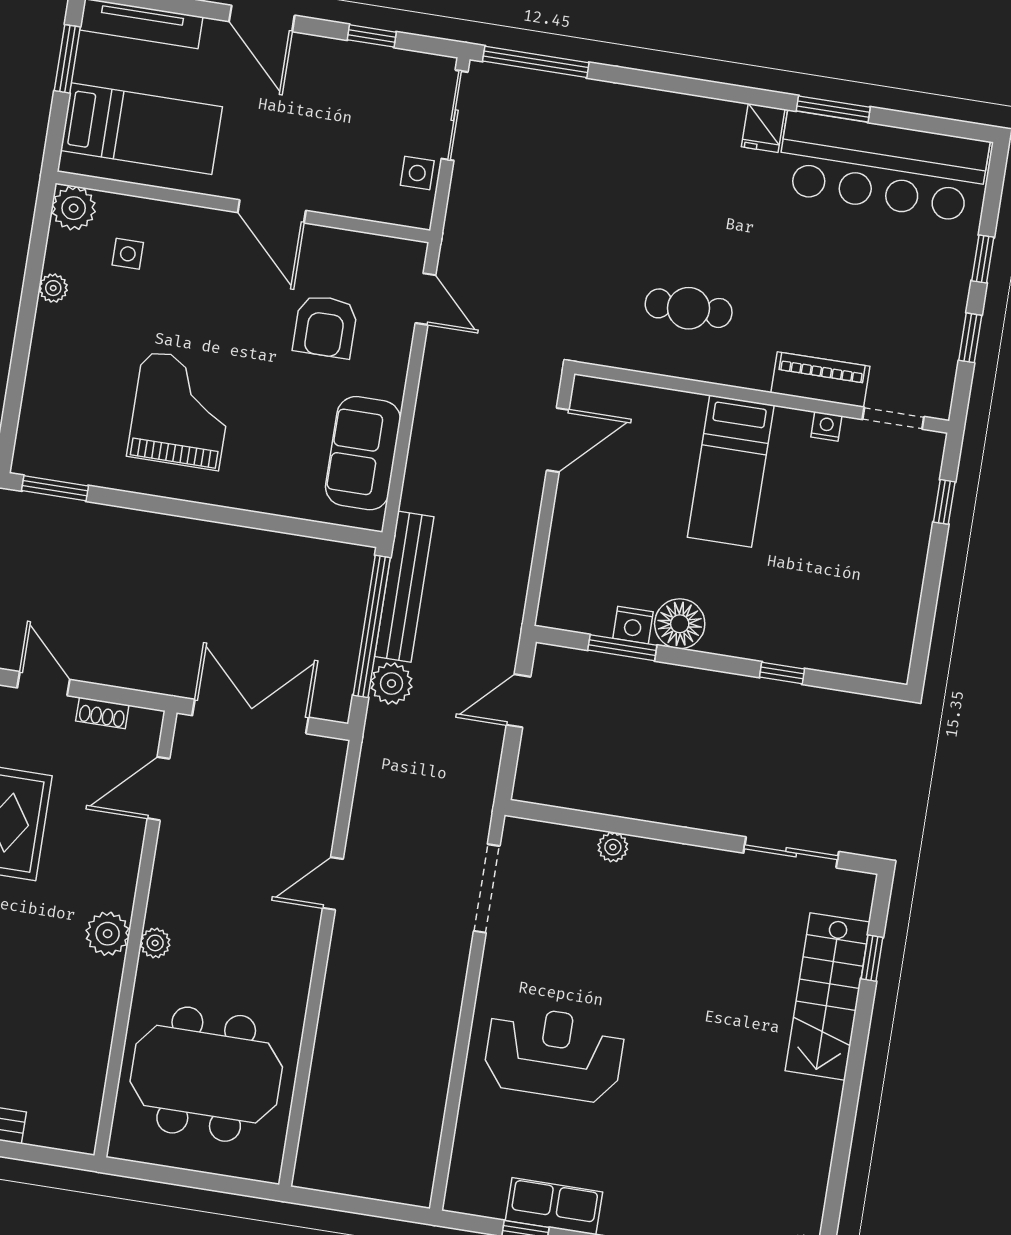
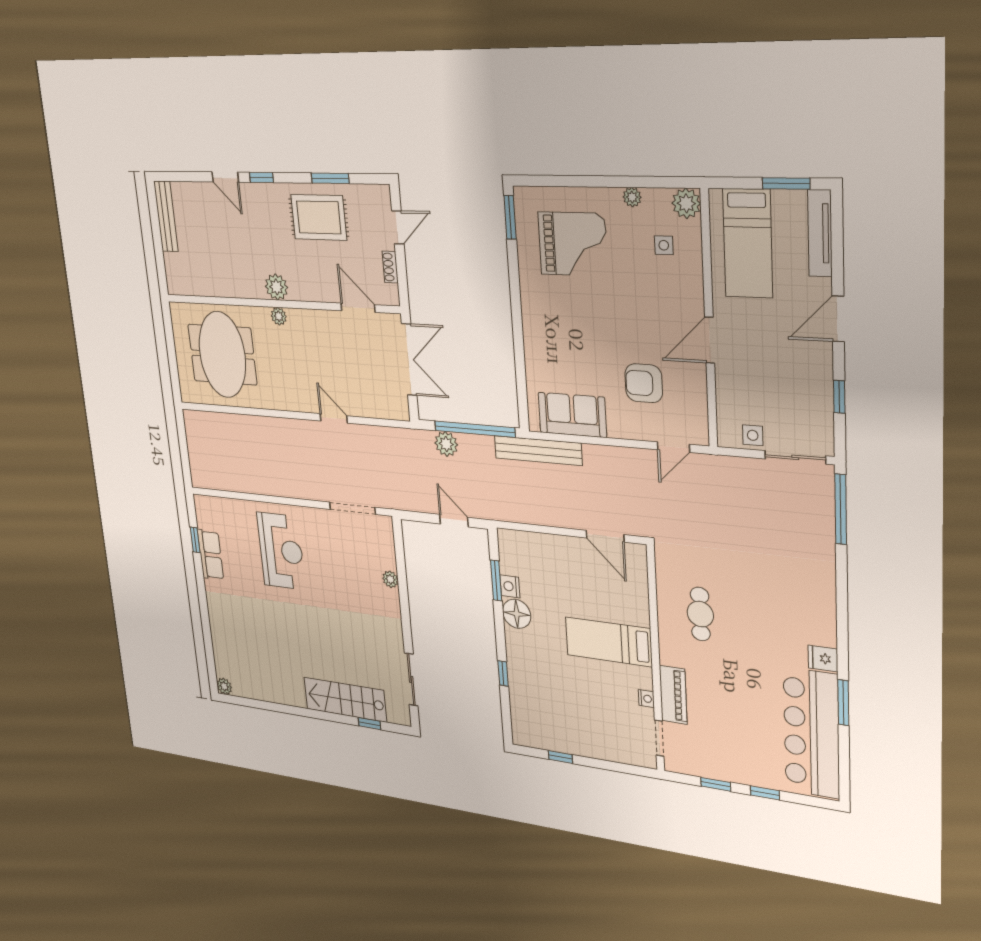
grand piano: (181, 411) -> (573, 244), moved
window: (944, 502) -> (560, 757), moved
bench: (404, 587) -> (538, 451), moved

